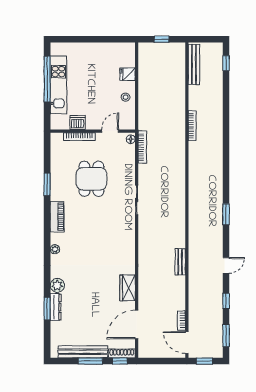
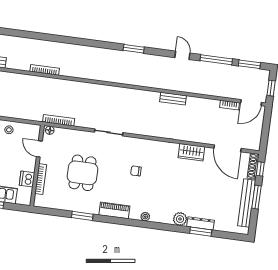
dining table: (91, 179) -> (83, 173), turned 90
chair: (101, 233) -> (136, 171), added
window: (226, 301) -> (216, 60), width x2.17

